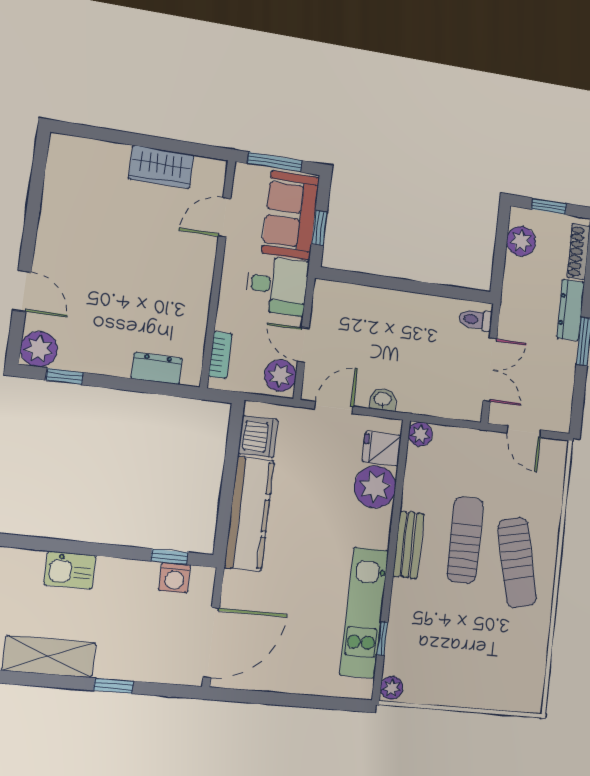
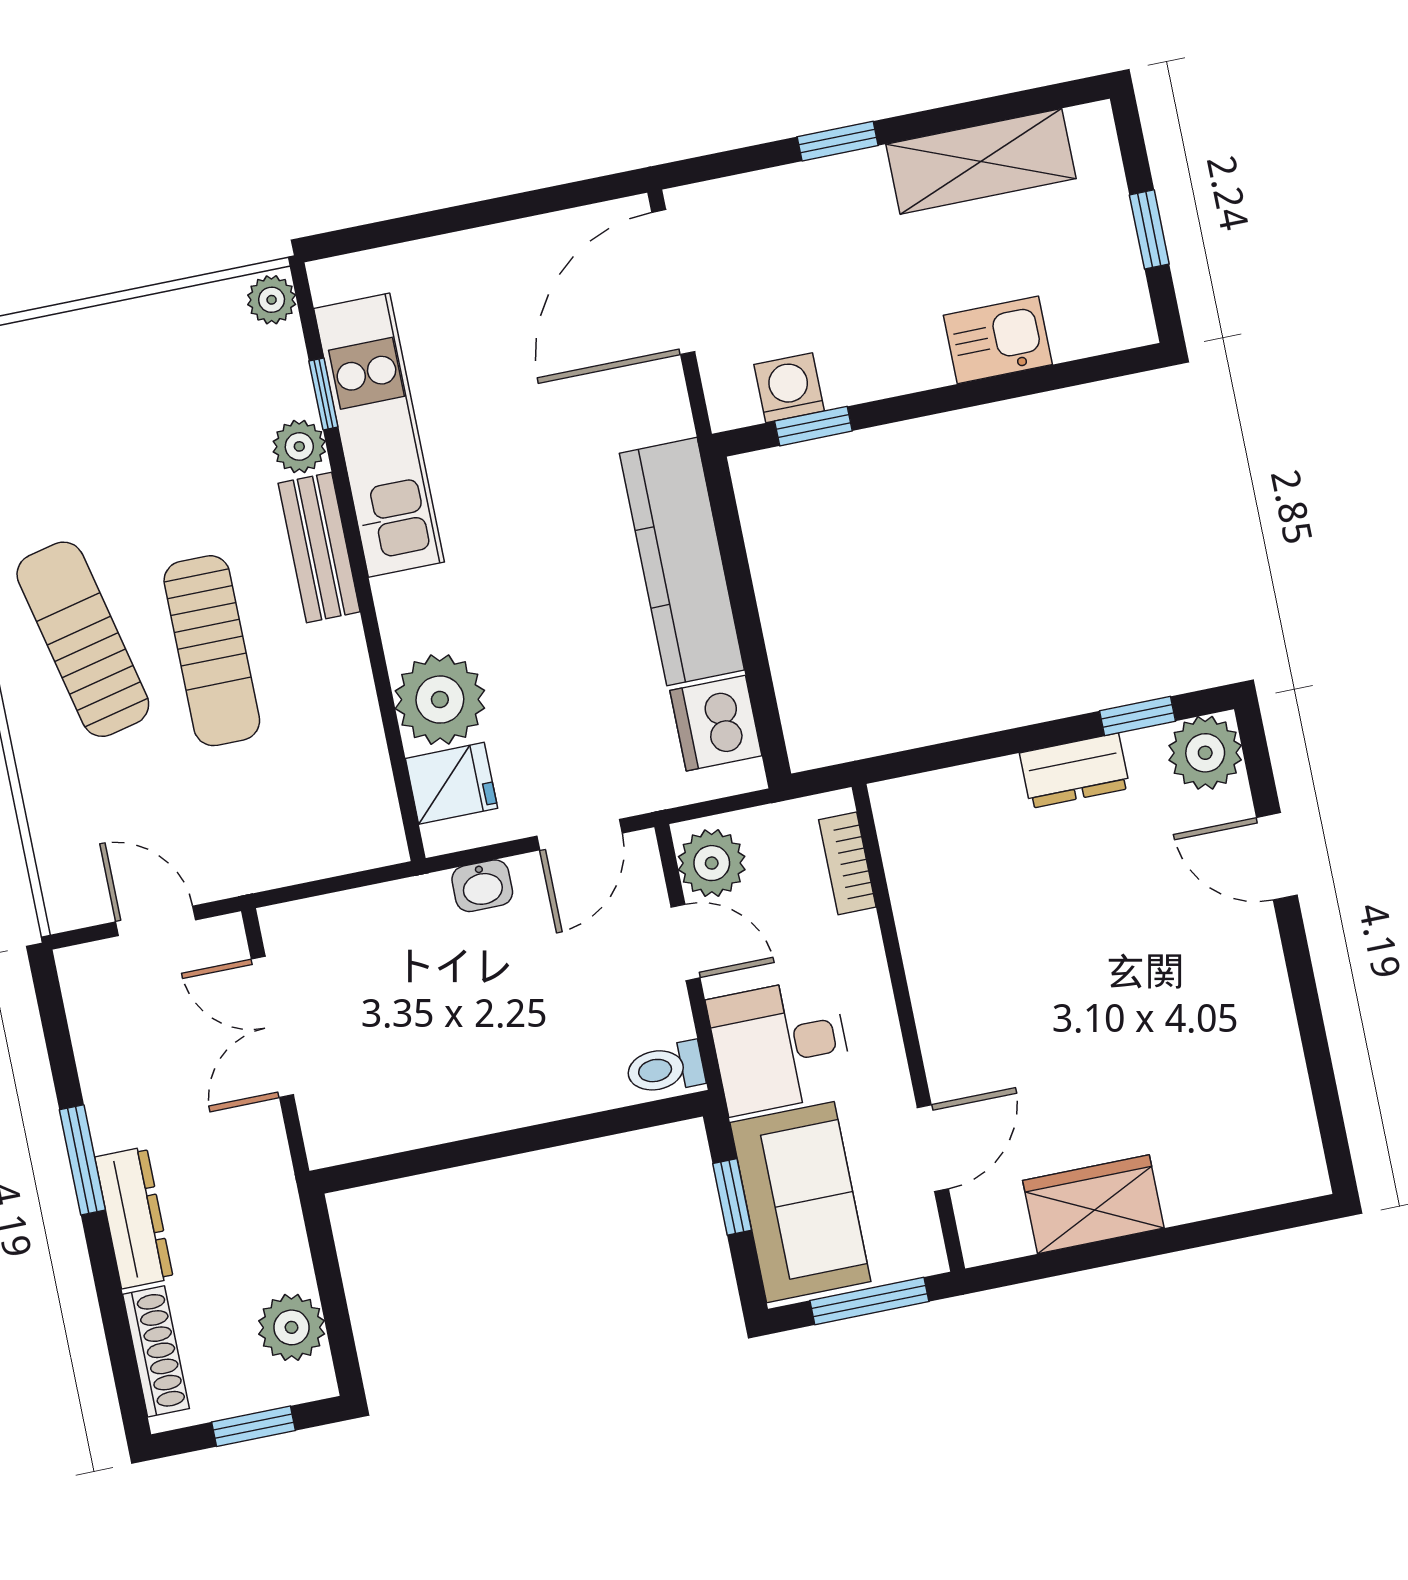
toilet: (476, 320) -> (665, 1068), moved, turned 180
dresser: (157, 368) -> (1075, 771), moved
plant: (420, 434) -> (299, 446), moved
bench: (408, 545) -> (319, 548), moved

